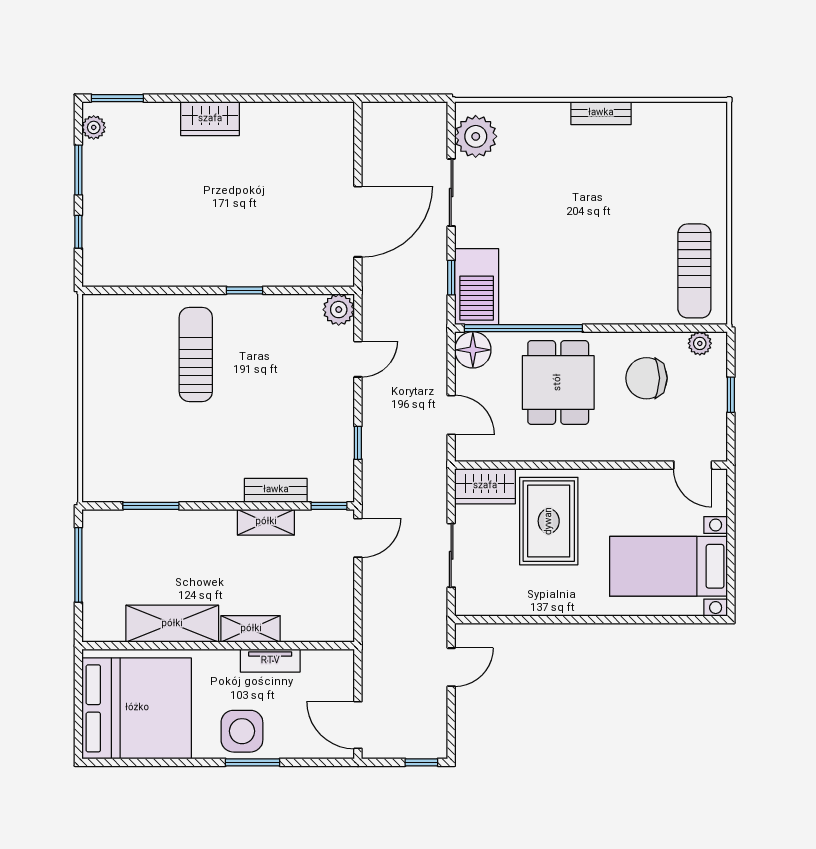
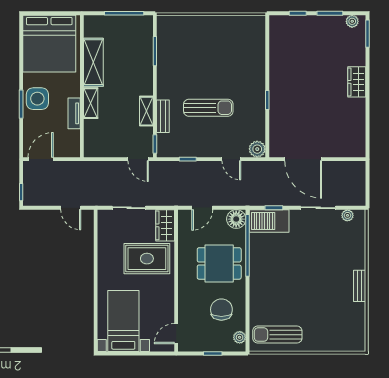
plant: (476, 136) -> (347, 215), width x0.53, depth x0.53
sun lounger: (196, 354) -> (208, 108), moved

